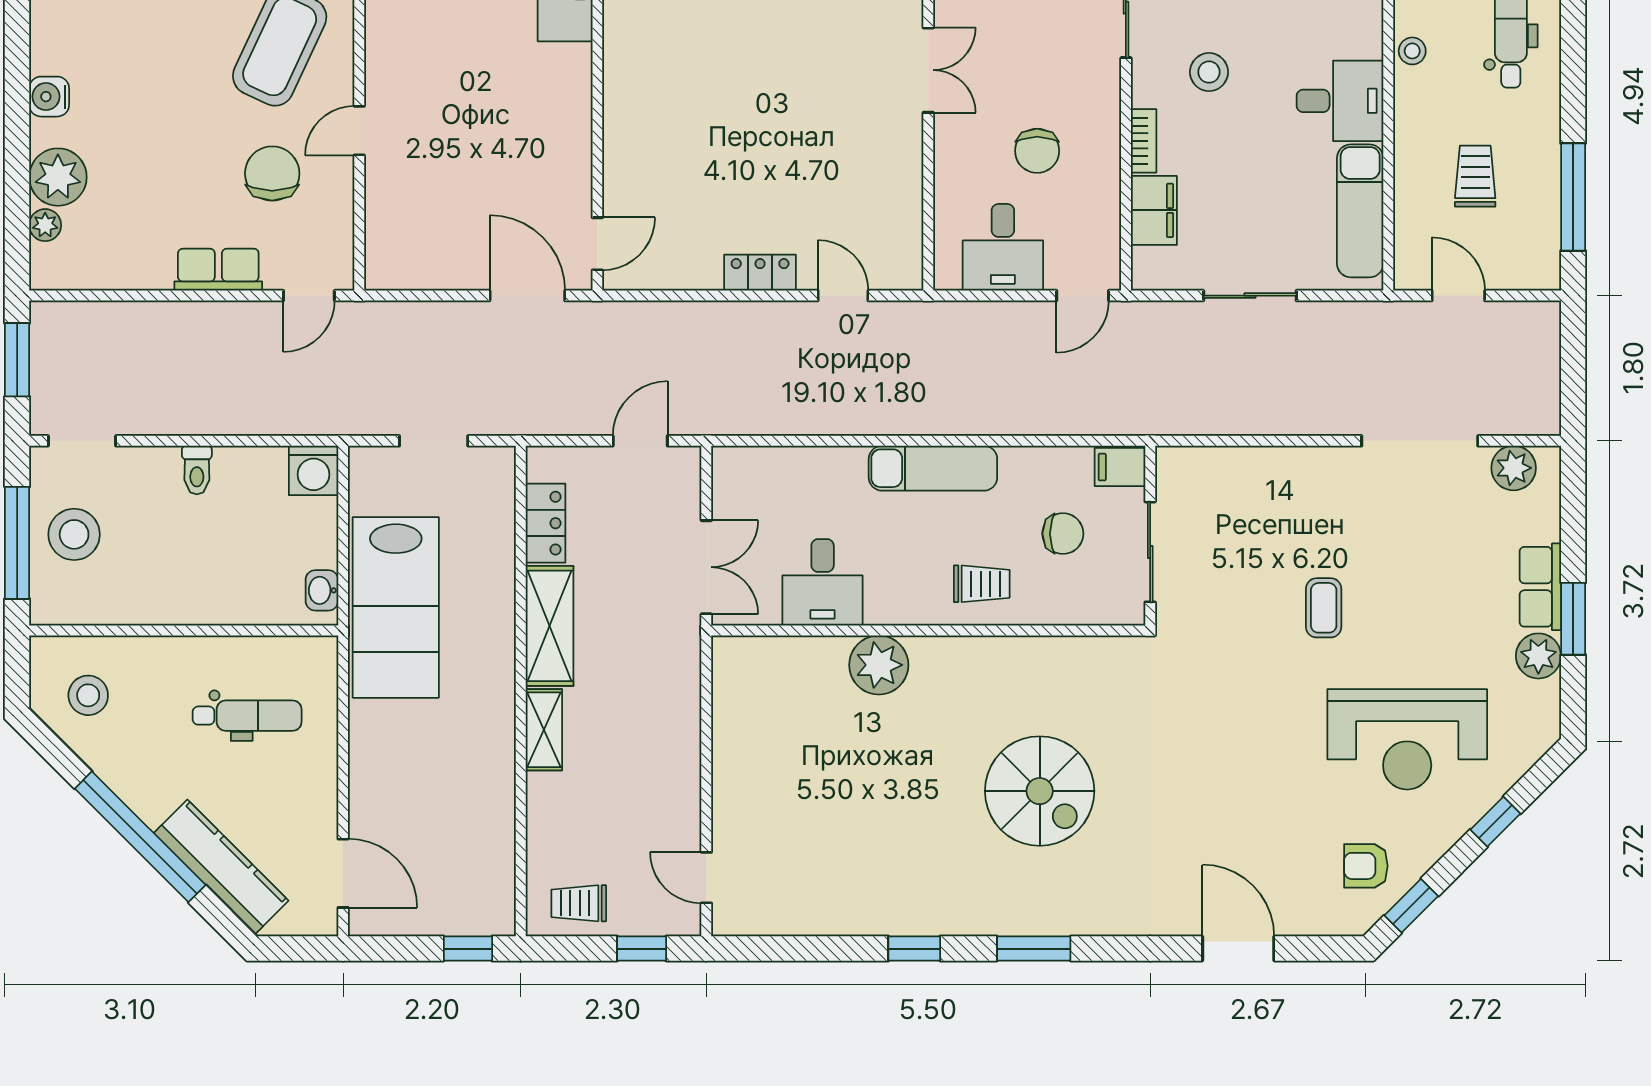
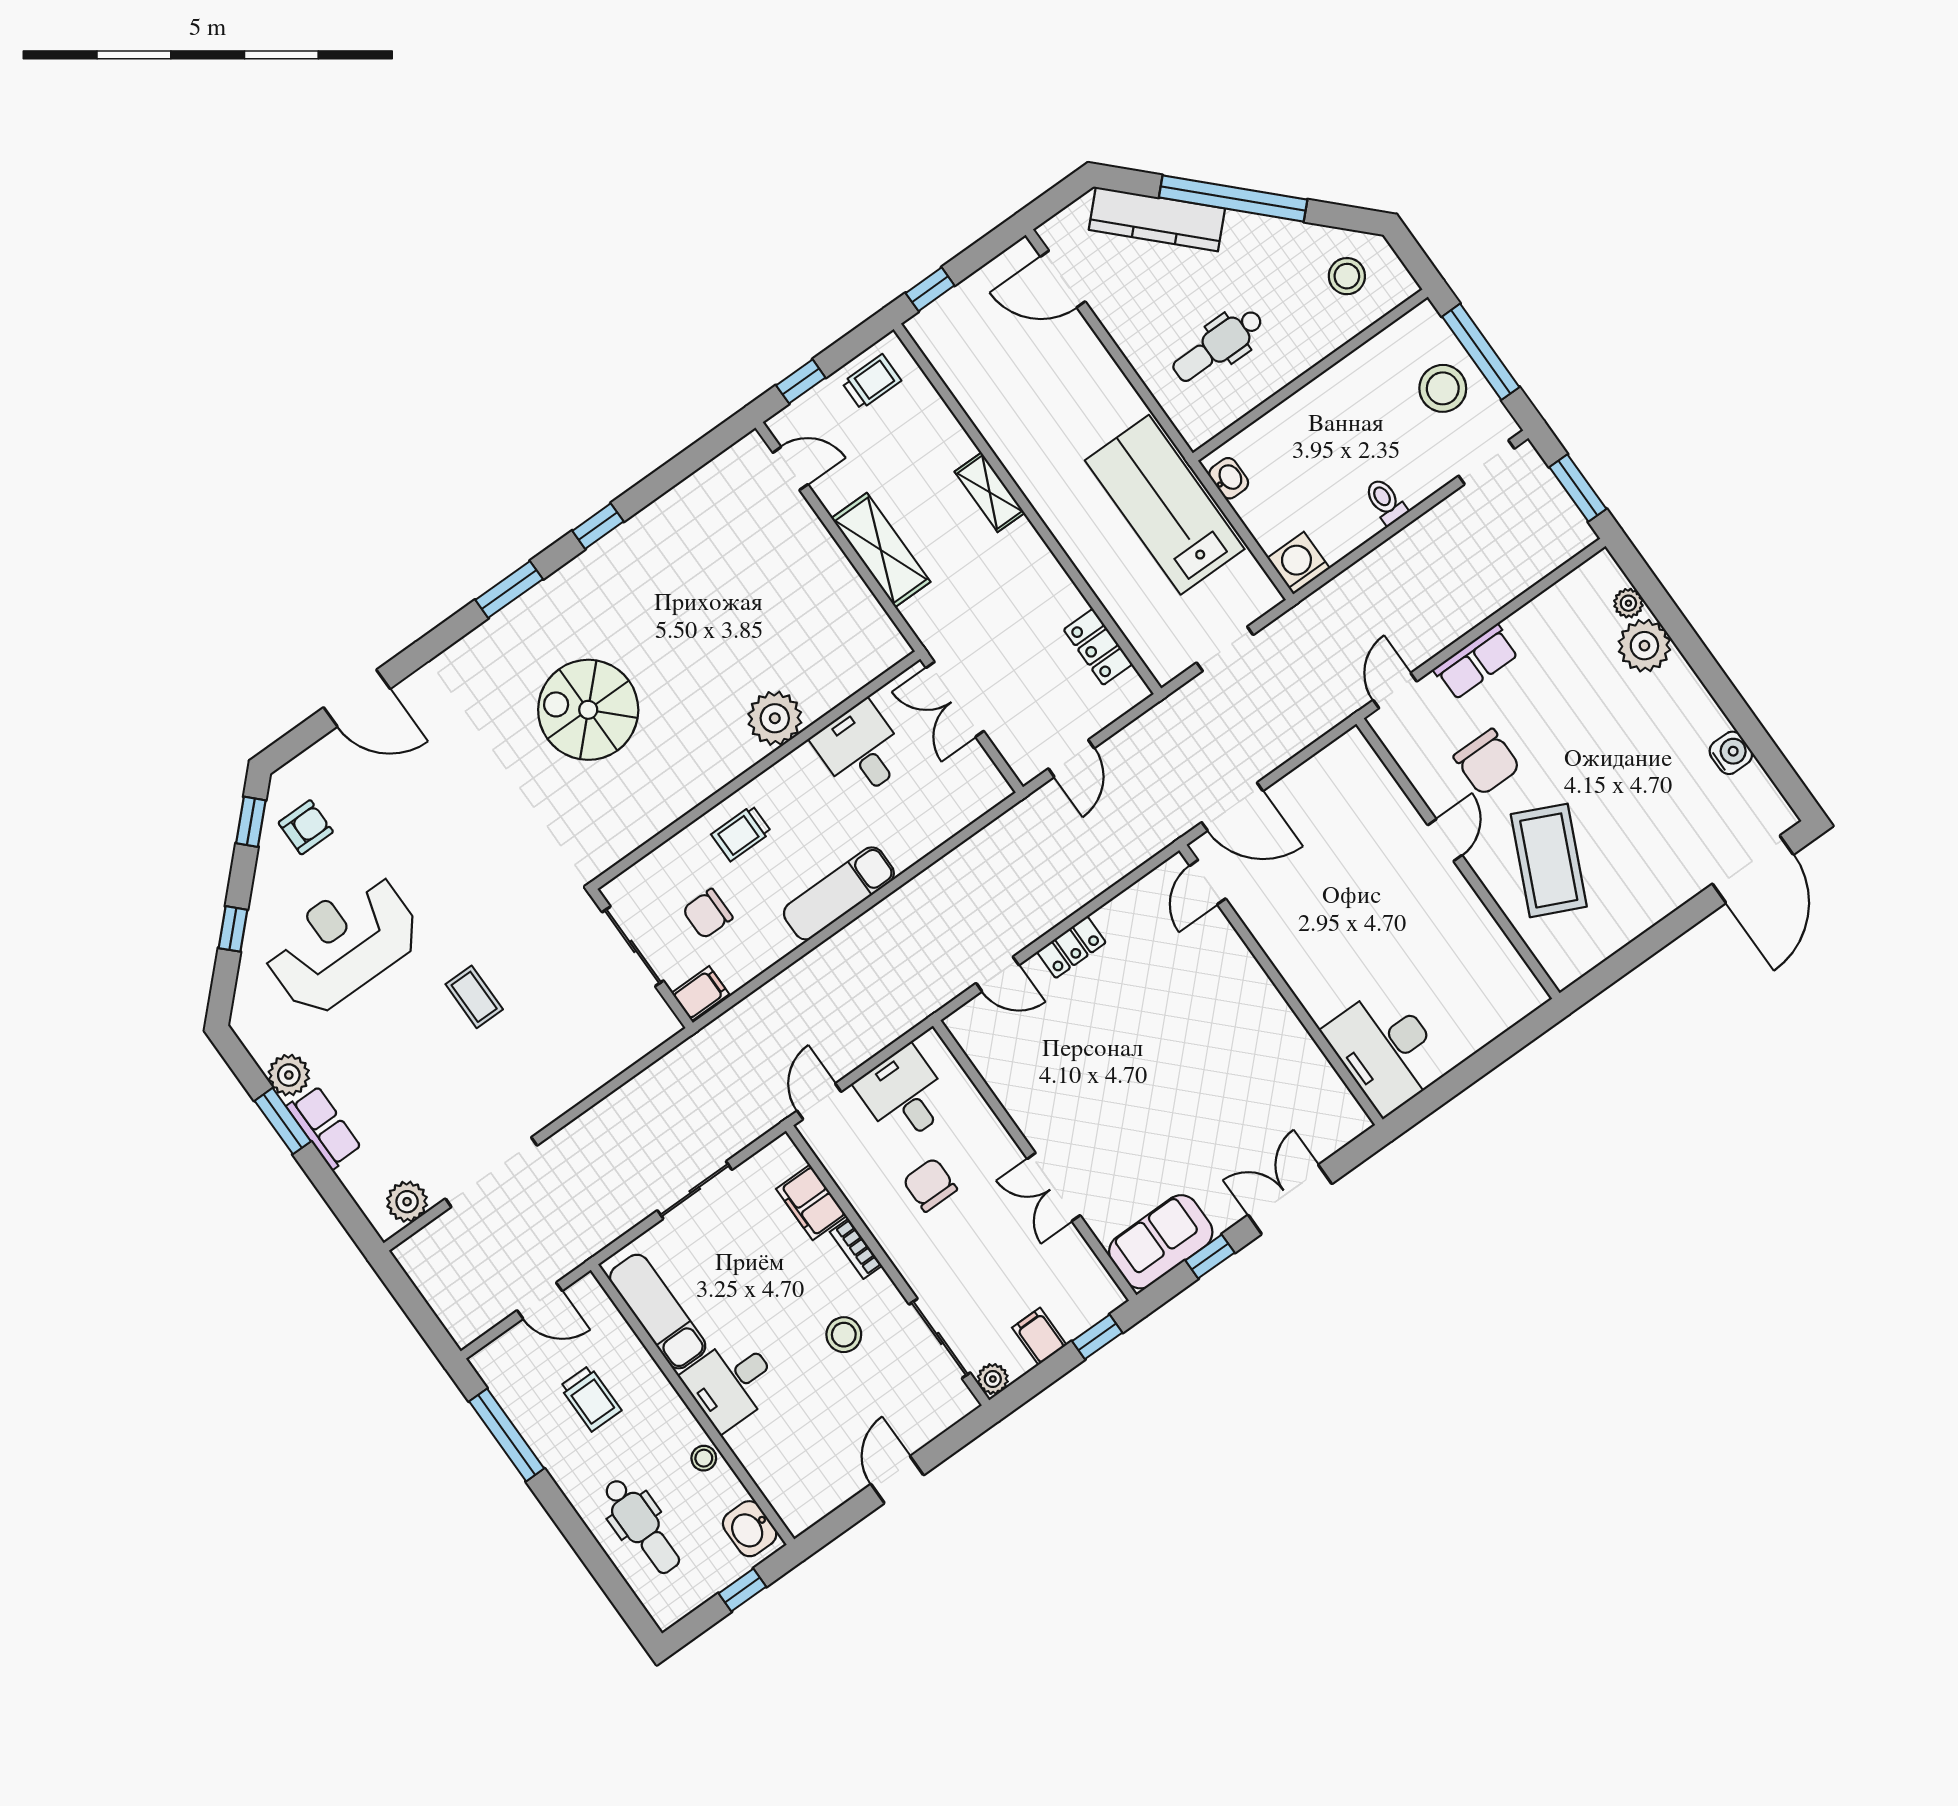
water cooler: (49, 97) -> (1731, 753), moved
shelving: (550, 626) -> (881, 550), moved

